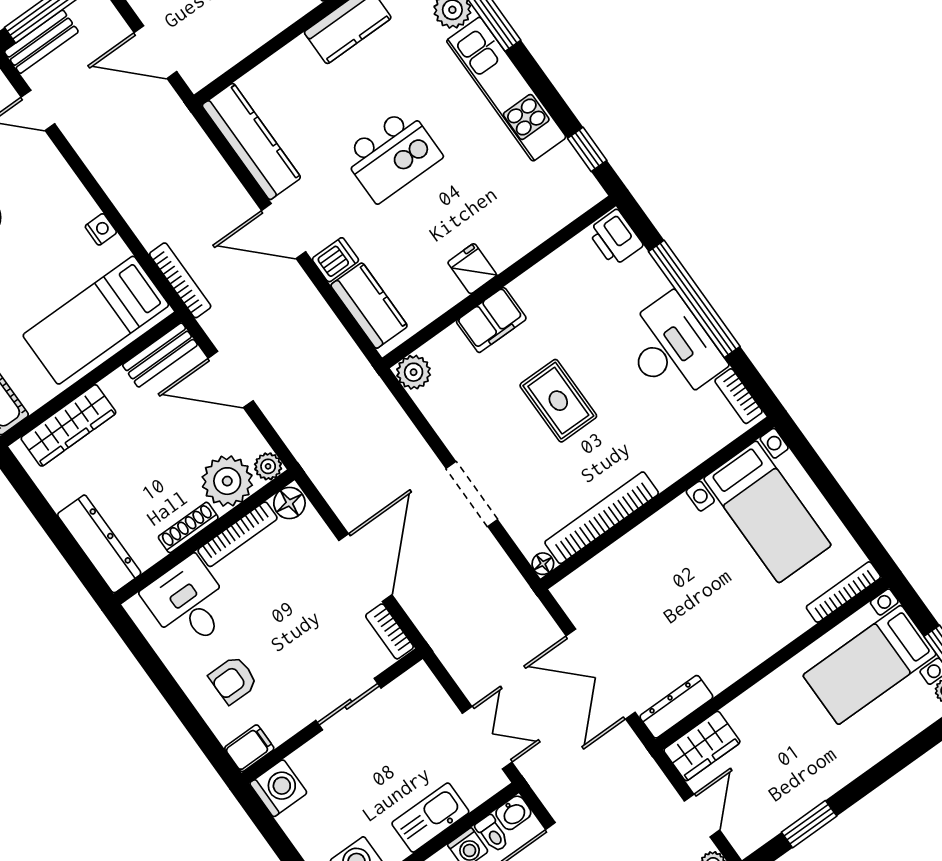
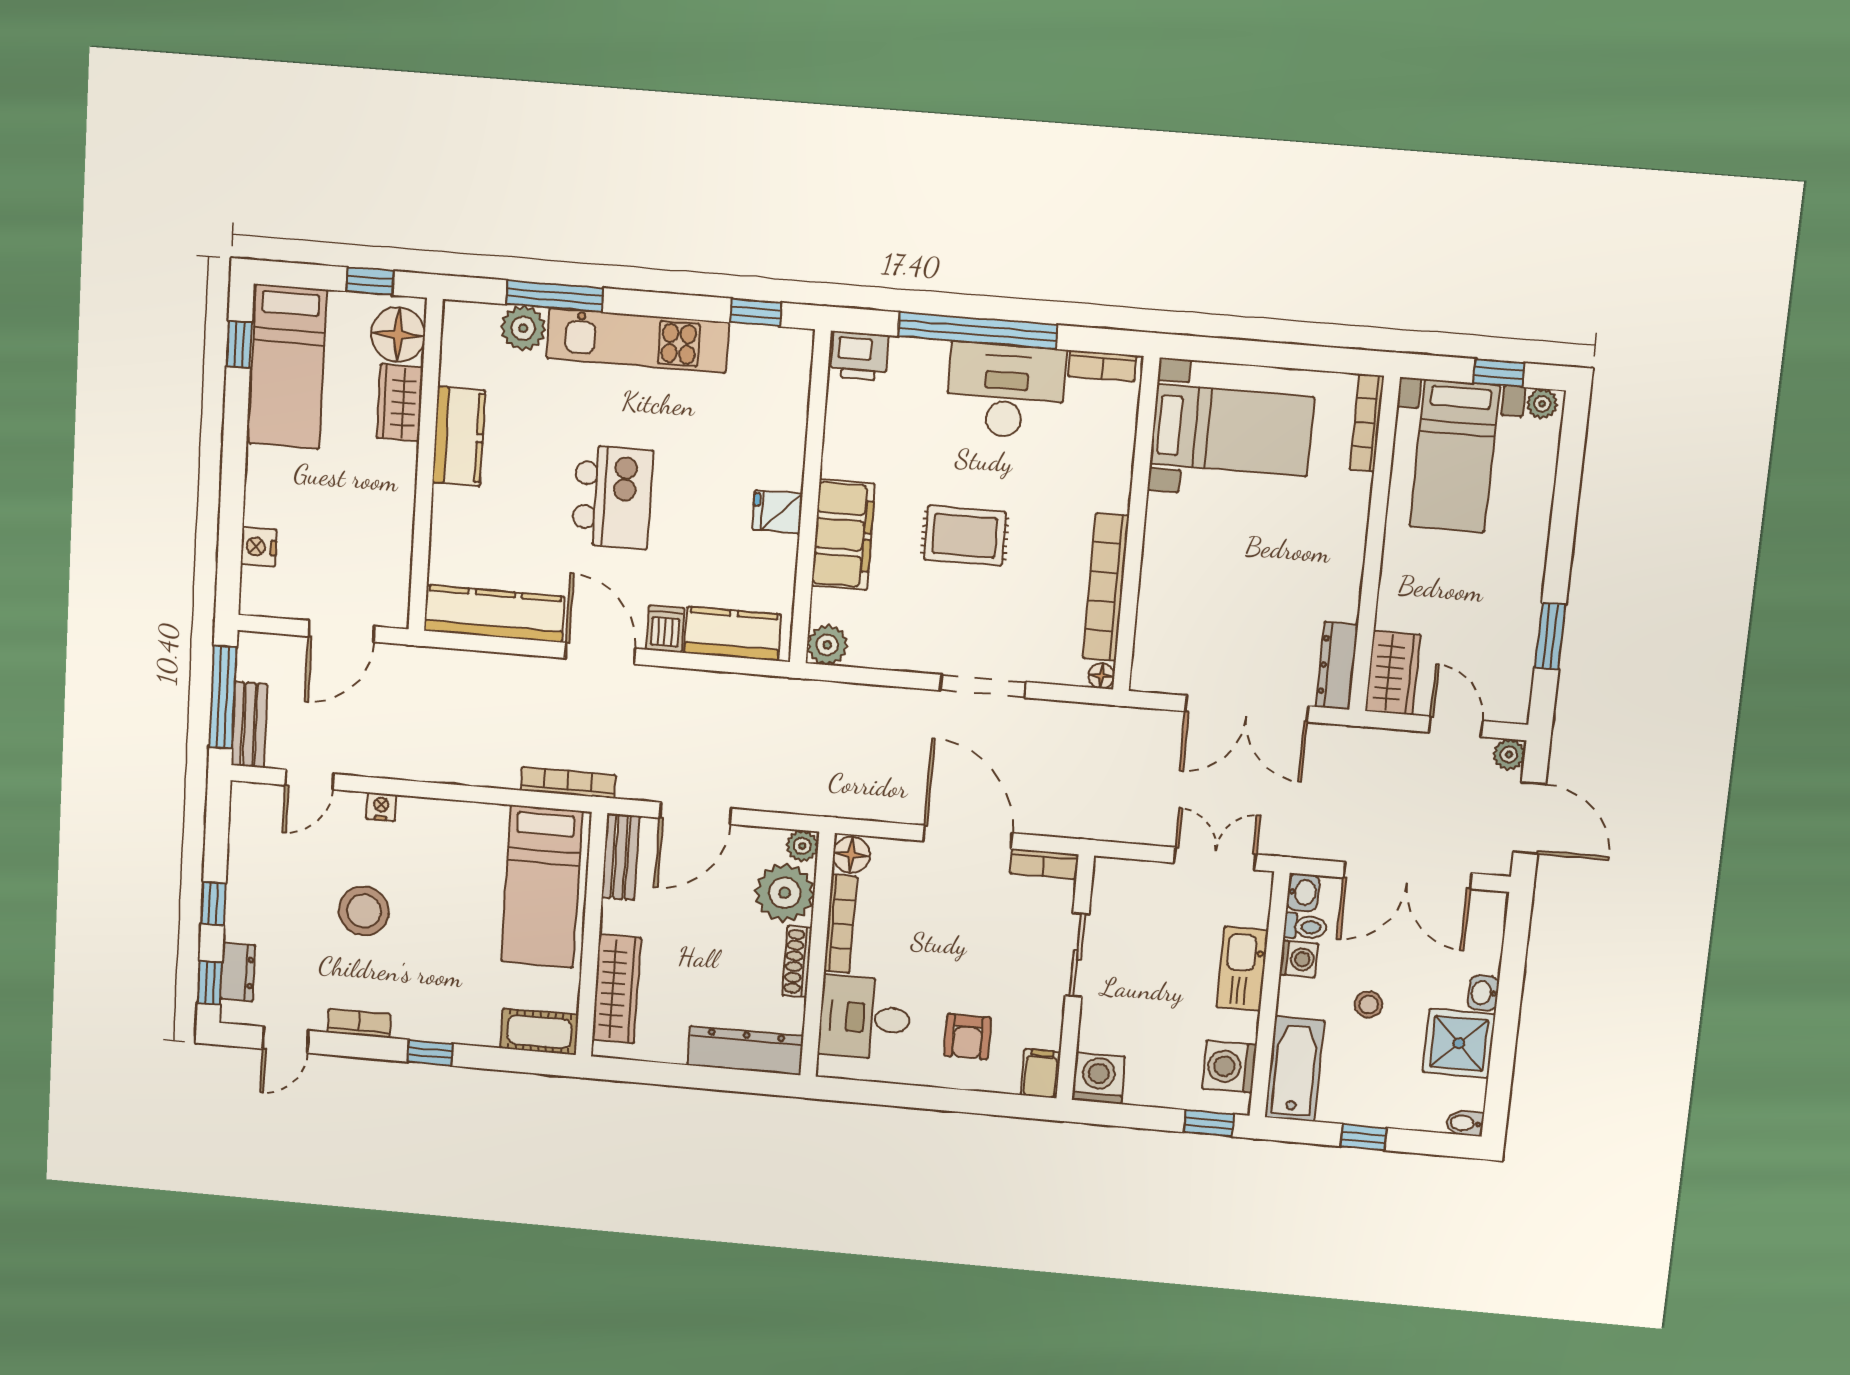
nightstand: (101, 229) -> (381, 807), moved
door: (284, 231) -> (600, 653), swing flipped
filing cabinet: (491, 320) -> (843, 535), width x1.50, depth x1.17

